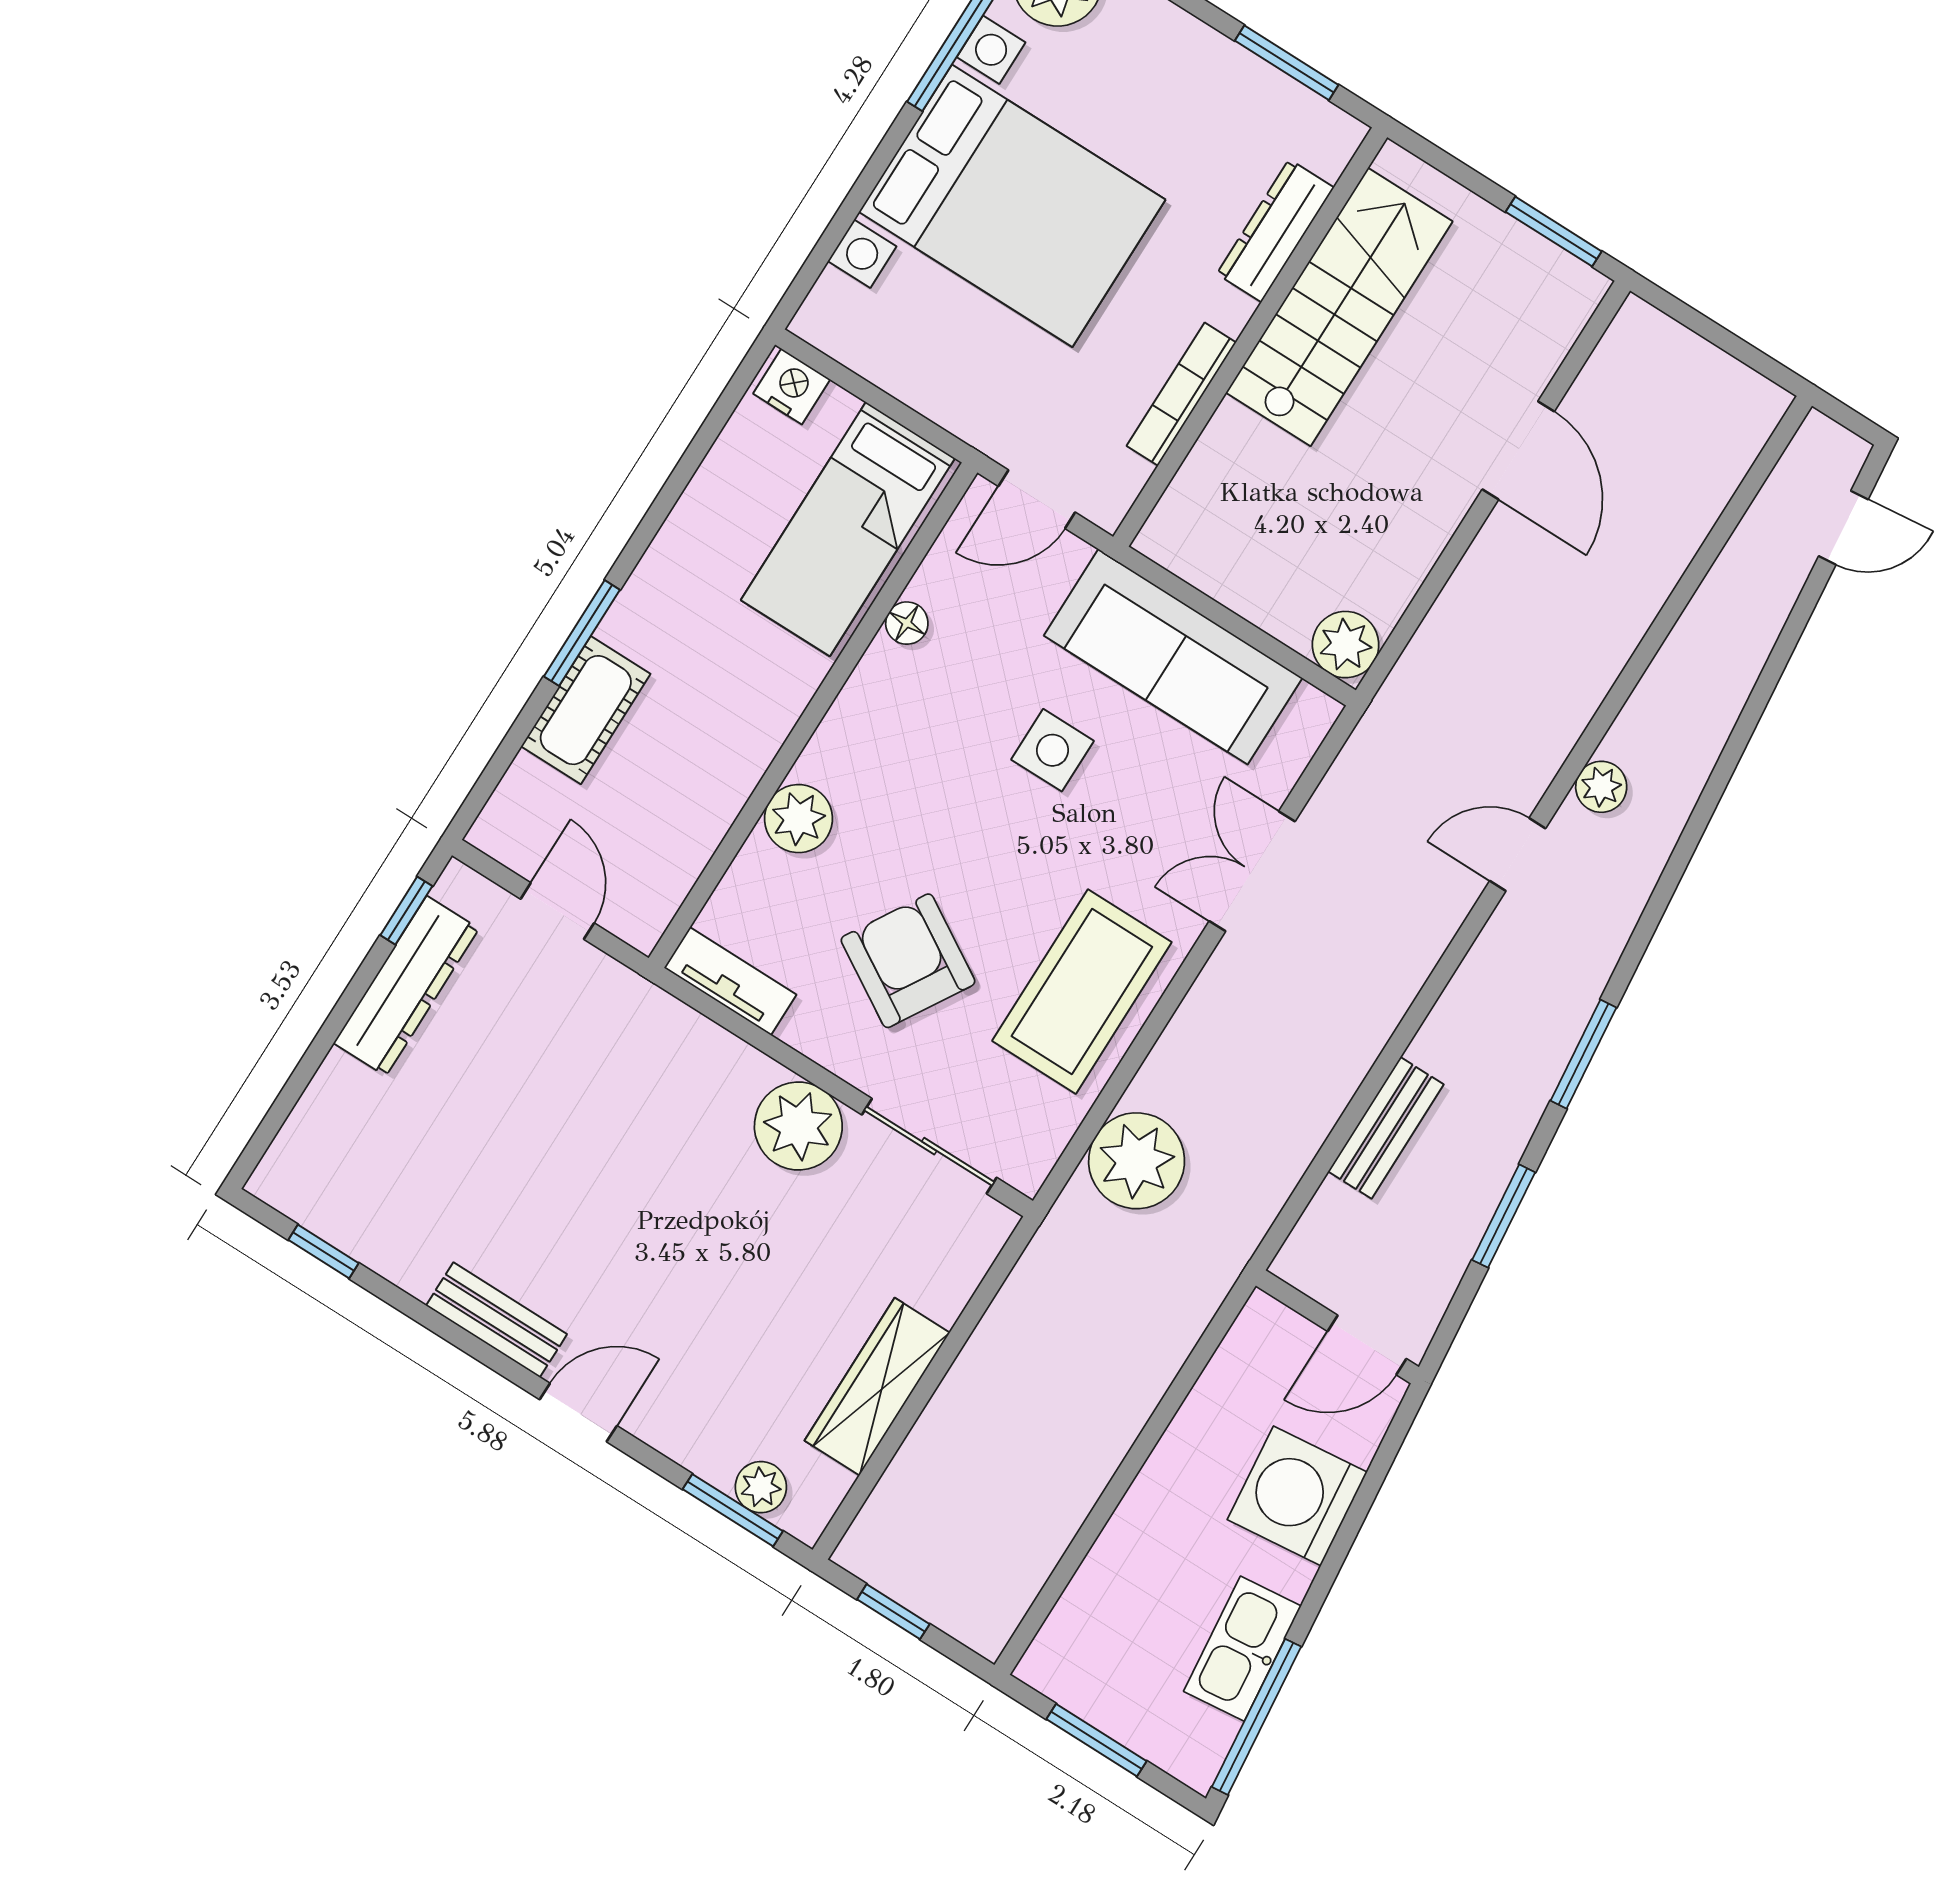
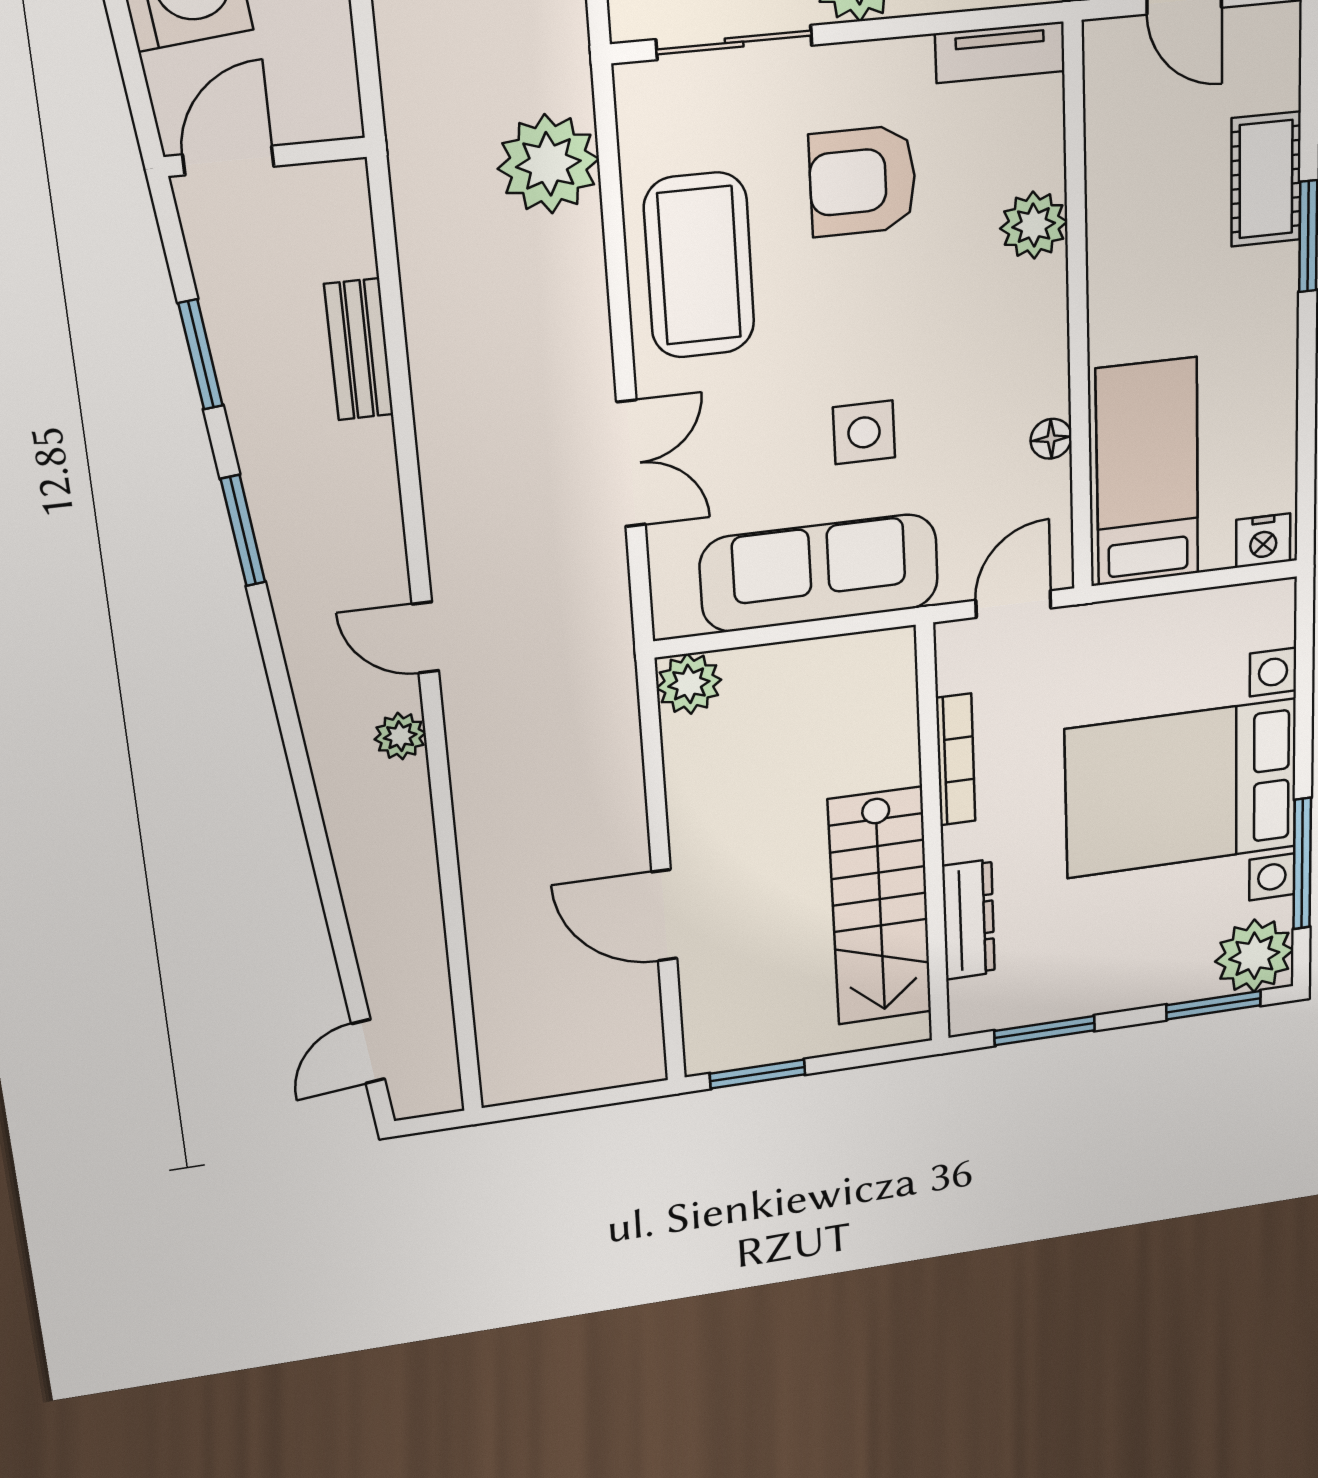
door: (1518, 855) -> (425, 637), swing flipped
armchair: (908, 961) -> (863, 181), turned 149

